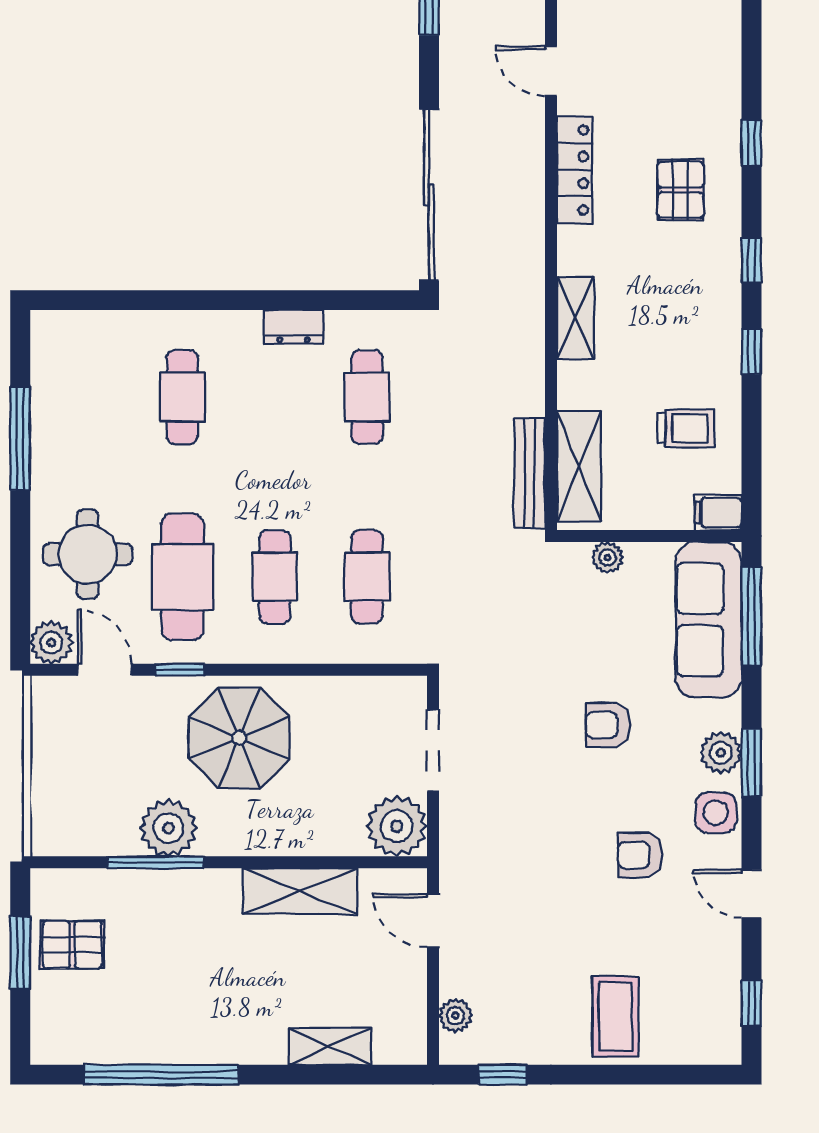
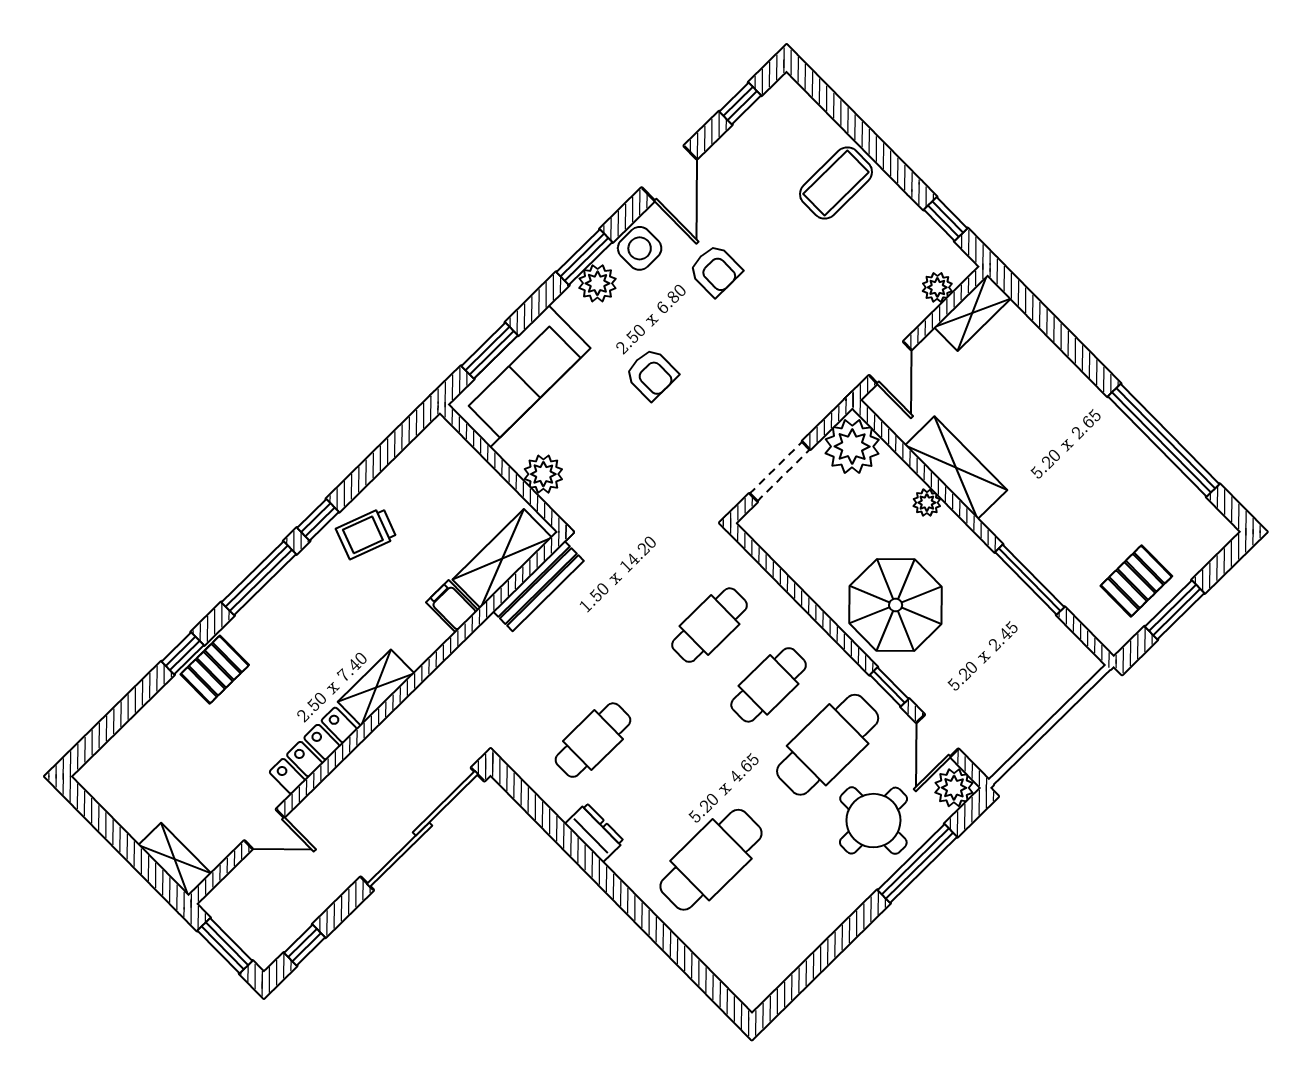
door: (551, 71) -> (264, 829), hinge flipped
pallet: (681, 190) -> (215, 670), moved
window: (751, 260) -> (259, 578), width x2.17
shelving: (575, 318) -> (376, 688), moved
cafe table: (182, 397) -> (711, 860), width x1.37, depth x1.35
trolley: (686, 428) -> (366, 533), moved, turned -70
window: (20, 438) -> (917, 864), moved
filing cabinet: (718, 513) -> (452, 606), moved, turned 180
plant: (608, 557) -> (543, 474), width x1.38, depth x1.38
window: (751, 616) -> (490, 351), width x0.69
plant: (169, 828) -> (927, 503), moved, width x0.53, depth x0.53
door: (751, 894) -> (669, 173), width x1.38
pallet: (72, 945) -> (1136, 581), turned 90
shelving: (330, 1046) -> (973, 313), moved, turned 90

